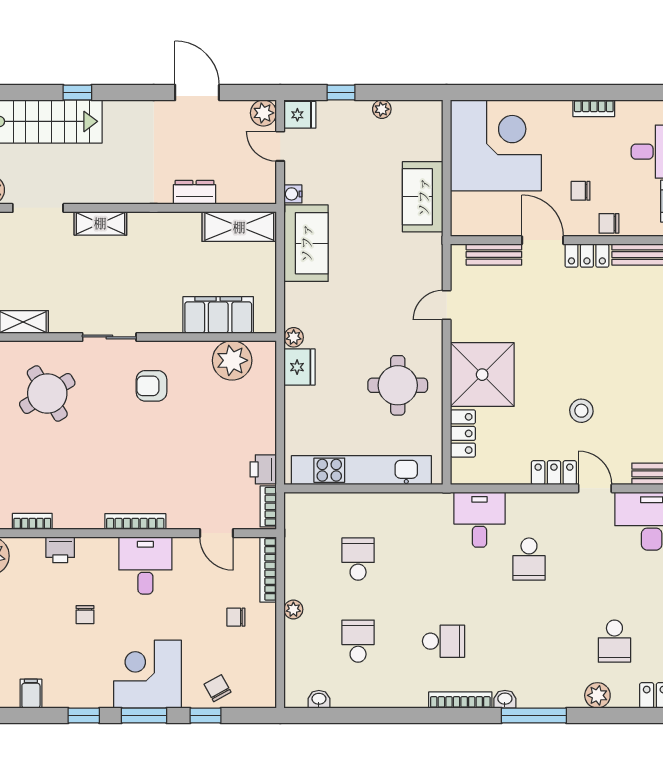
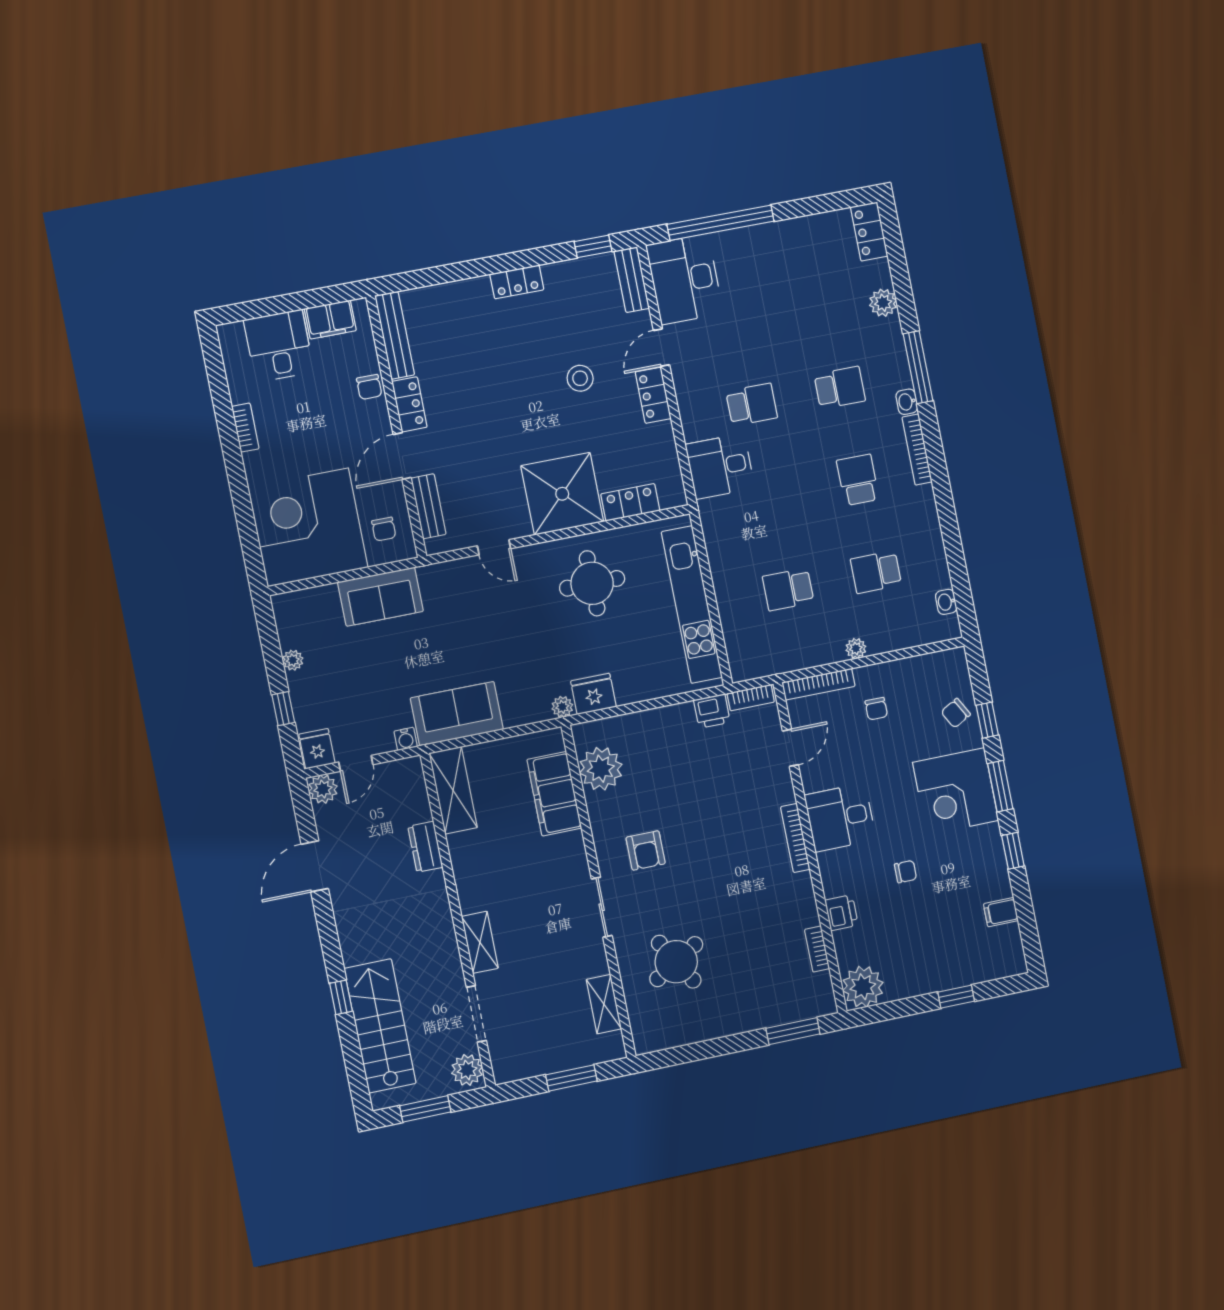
chair: (581, 191) -> (384, 529), moved
school desk: (614, 641) -> (840, 388), moved

